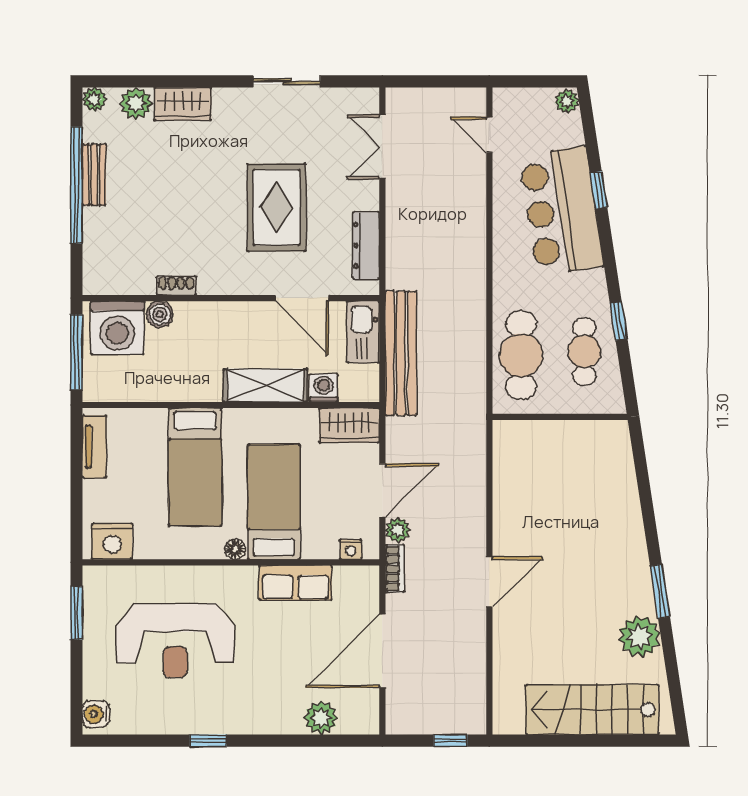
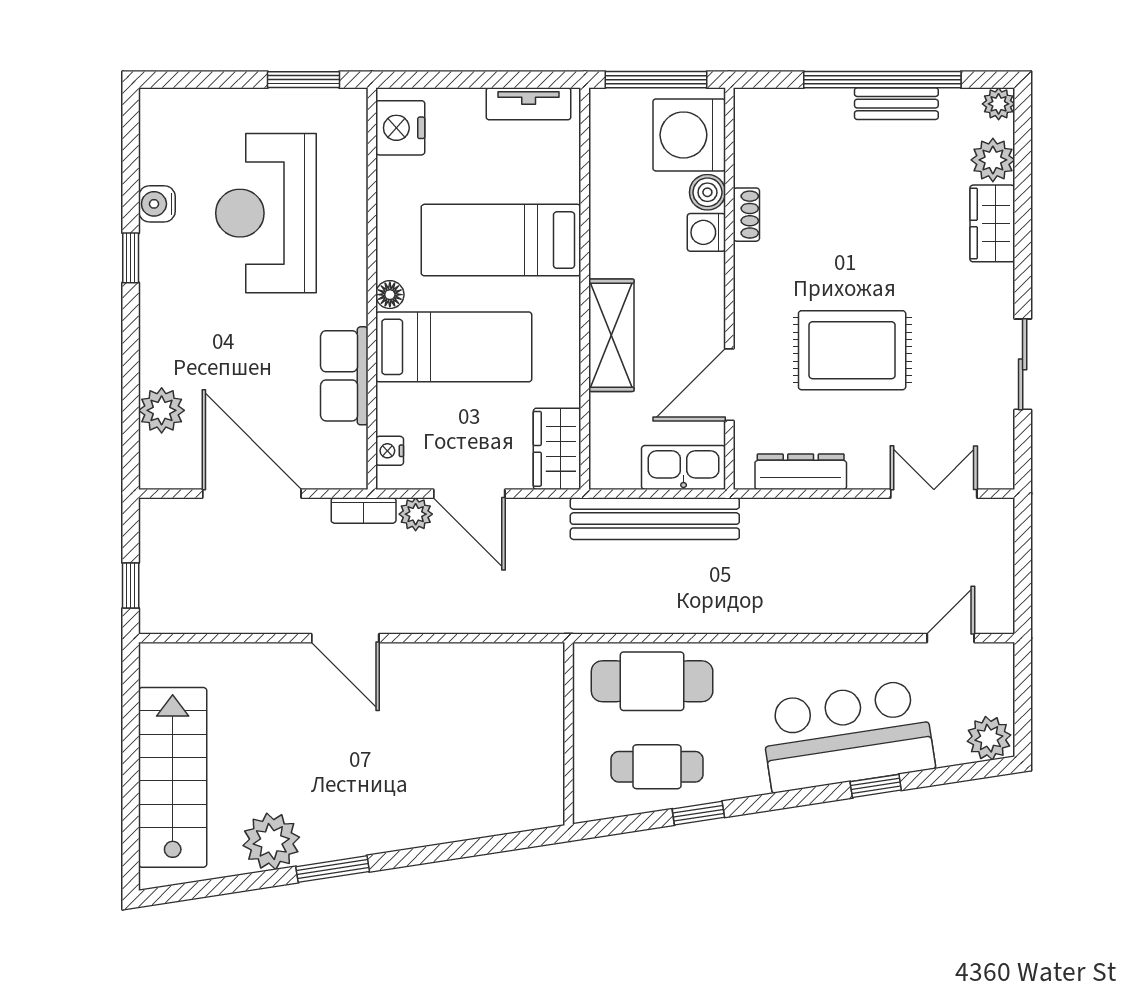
plant: (567, 101) -> (989, 738), width x1.38, depth x1.38
washing machine: (324, 388) -> (706, 232), moved, turned 180
water cooler: (96, 714) -> (157, 204), moved, turned -90

